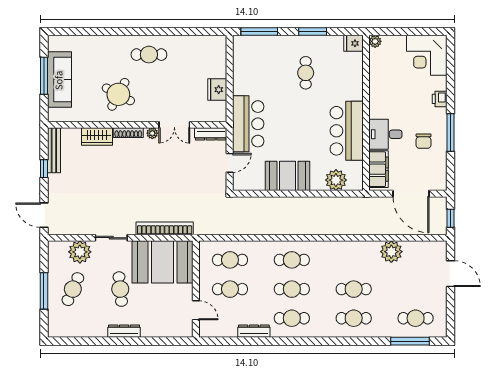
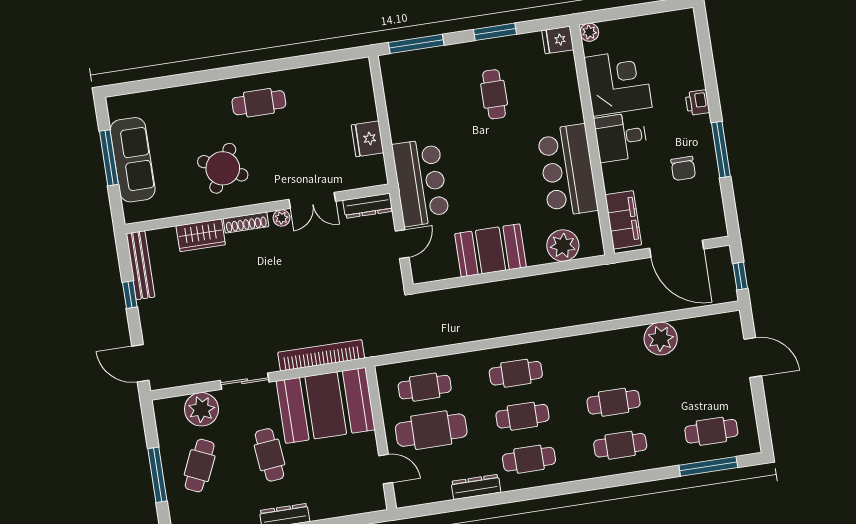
corner desk: (427, 55) -> (618, 82), moved, turned 180
desk: (385, 134) -> (621, 137), moved
cafe table: (230, 289) -> (431, 430), width x1.37, depth x1.35

